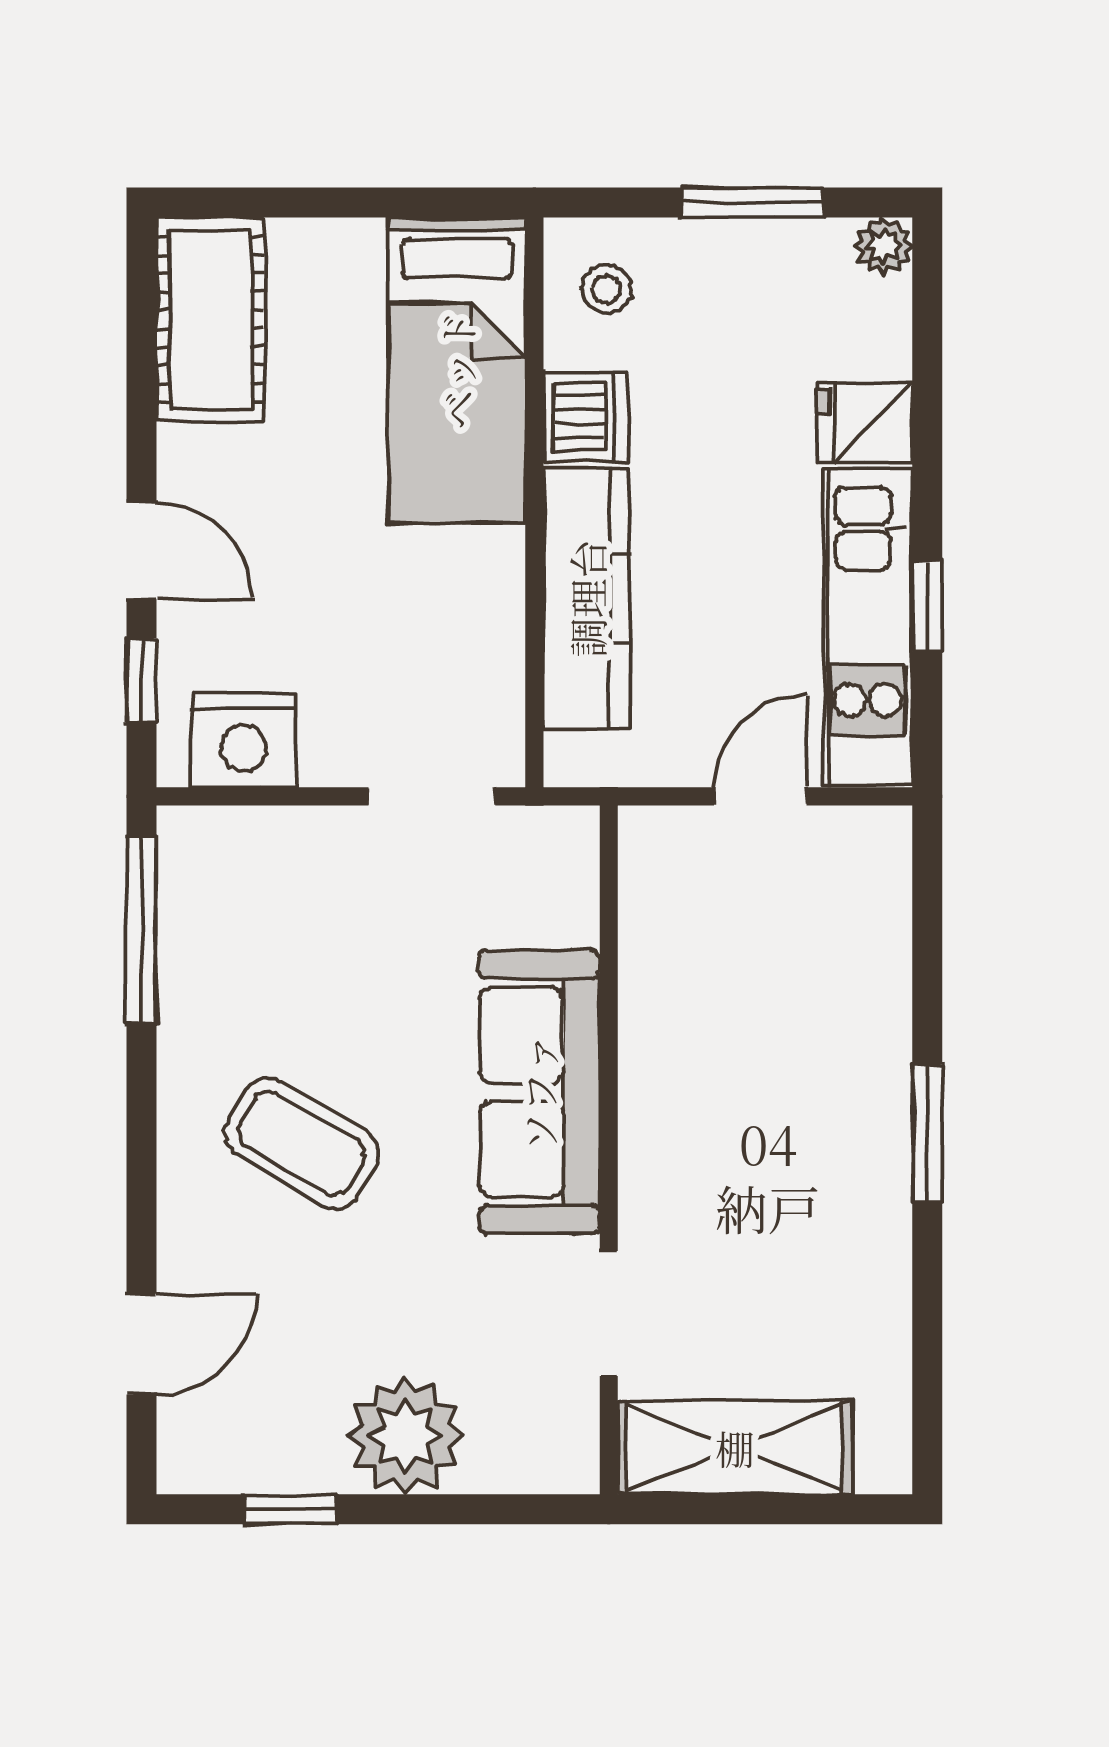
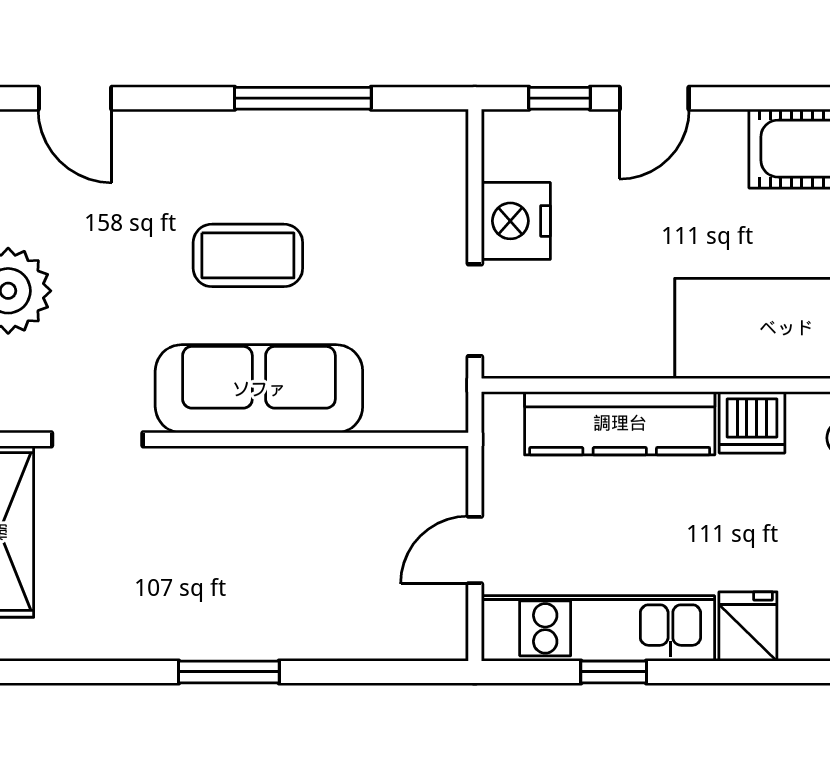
nightstand: (244, 740) -> (516, 221), moved
door: (760, 796) -> (475, 550), swing flipped
window: (141, 930) -> (303, 98), moved
coffee table: (302, 1143) -> (248, 255), moved, turned 59

